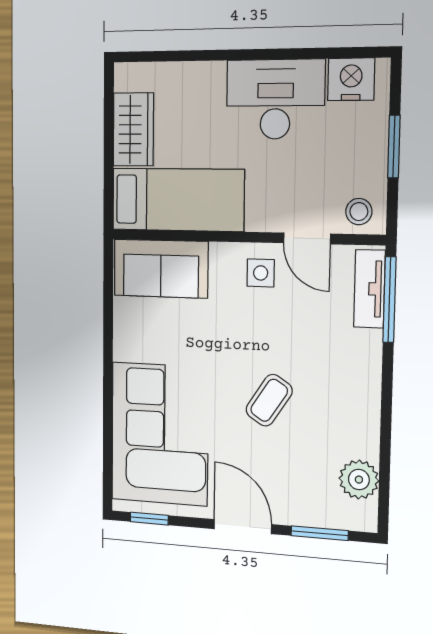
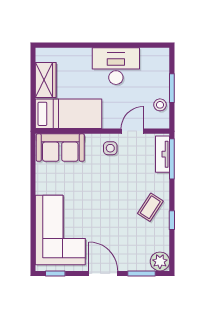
nightstand: (351, 79) -> (151, 57), removed
stool: (359, 212) -> (160, 105), moved
door: (307, 238) -> (132, 131), swing flipped
coffee table: (269, 400) -> (150, 207), moved
window: (386, 428) -> (172, 220), added
plant: (359, 480) -> (160, 261), moved

